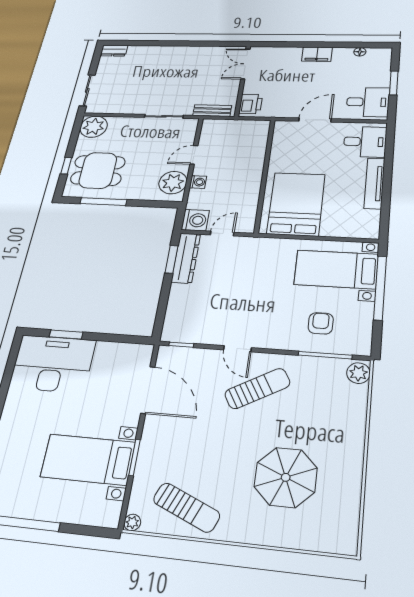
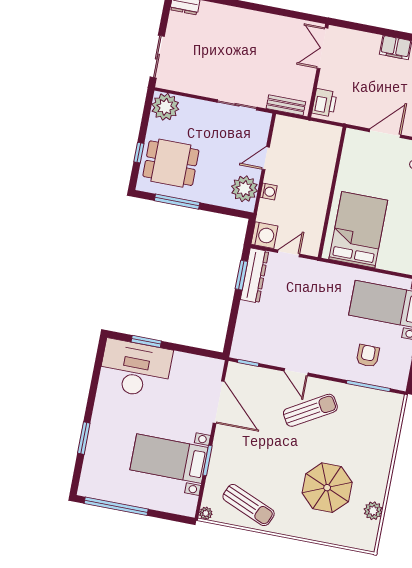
plant: (358, 373) -> (373, 511), moved

